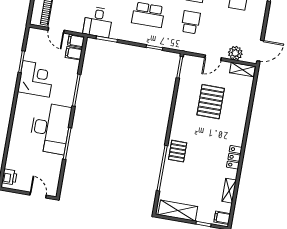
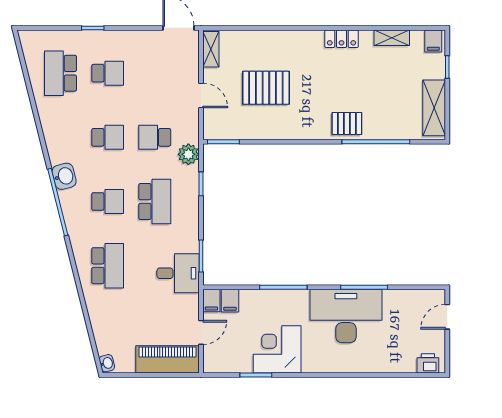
plant: (235, 53) -> (188, 154), moved

